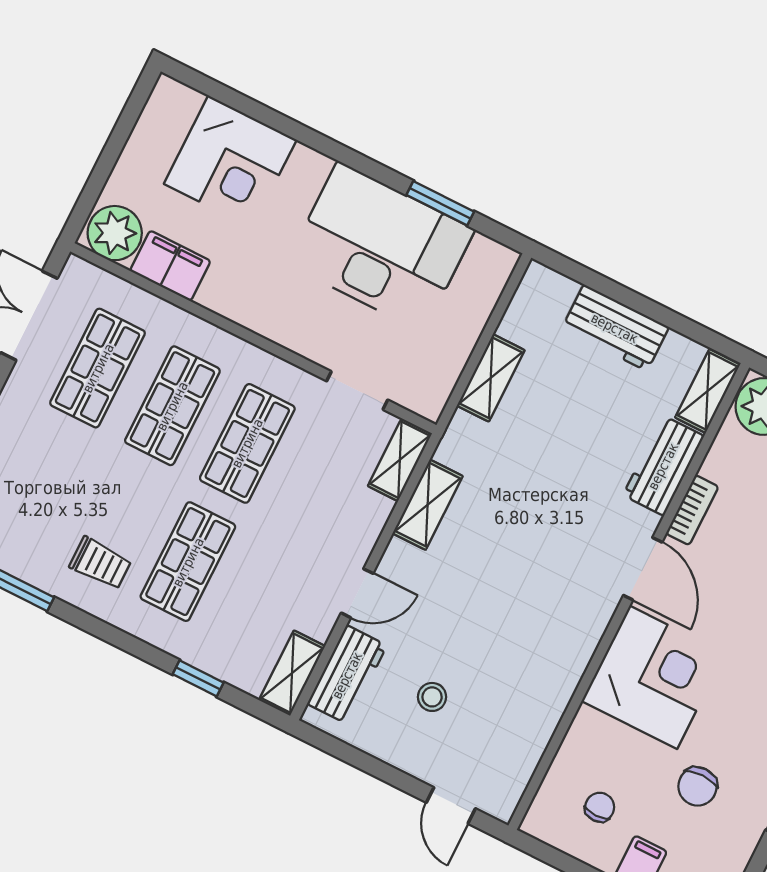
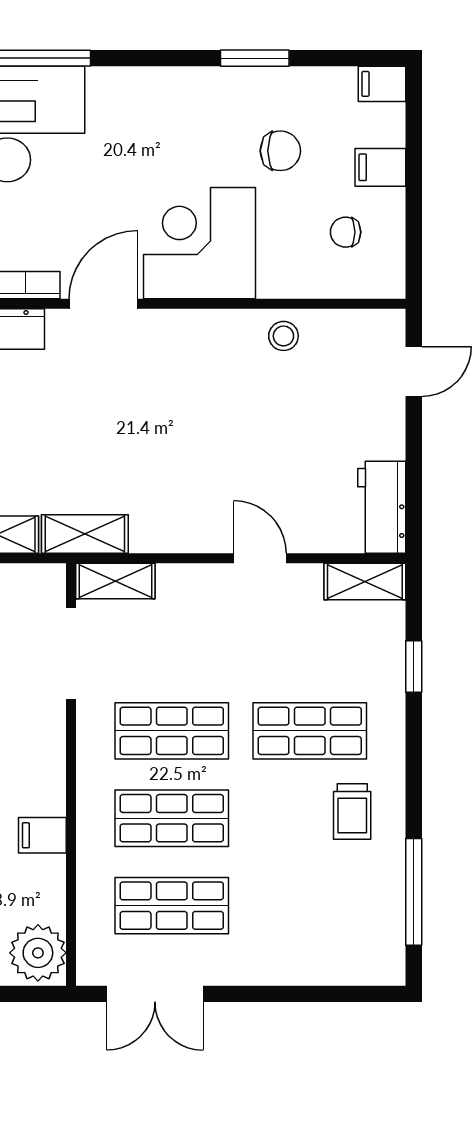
filing cabinet: (170, 266) -> (42, 835), moved, width x0.50
doorway: (357, 390) -> (71, 653), width x1.38
shelving: (428, 505) -> (85, 534), moved
trolley: (100, 563) -> (352, 812), turned 180
workbench: (347, 675) -> (382, 507), moved, turned -90
stool: (432, 697) -> (283, 336), moved

